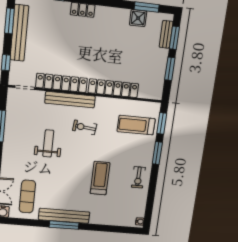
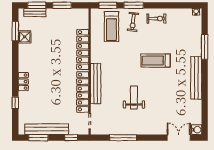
exercise bike: (85, 127) -> (133, 22), moved
weight bench: (48, 143) -> (134, 98), turned 90
treadmill: (100, 178) -> (156, 61), moved
exercise mat: (27, 197) -> (182, 110), removed
window: (64, 225) -> (205, 47), moved

